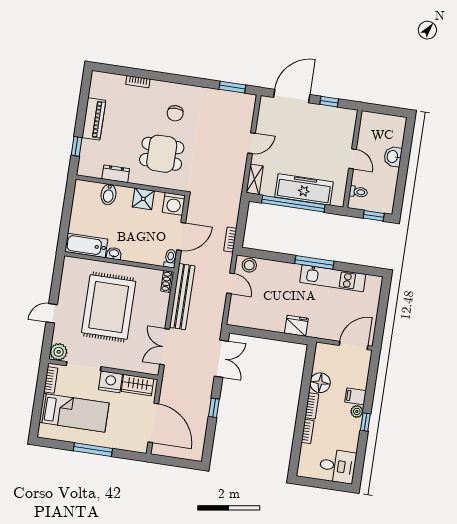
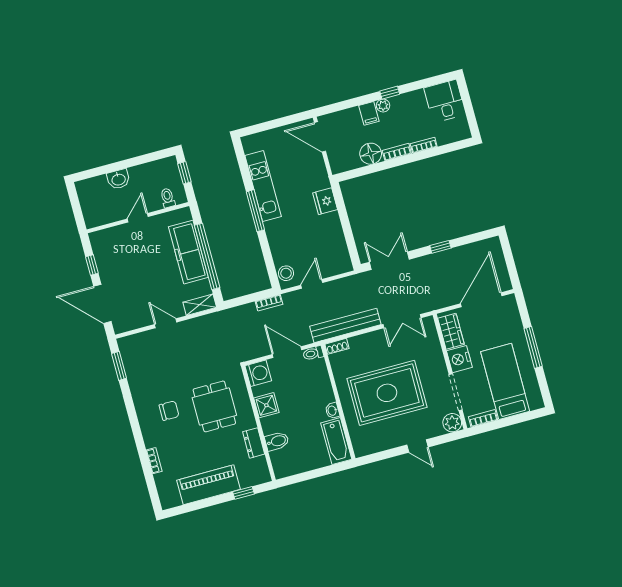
piano: (94, 119) -> (209, 485), width x1.37, depth x1.33

